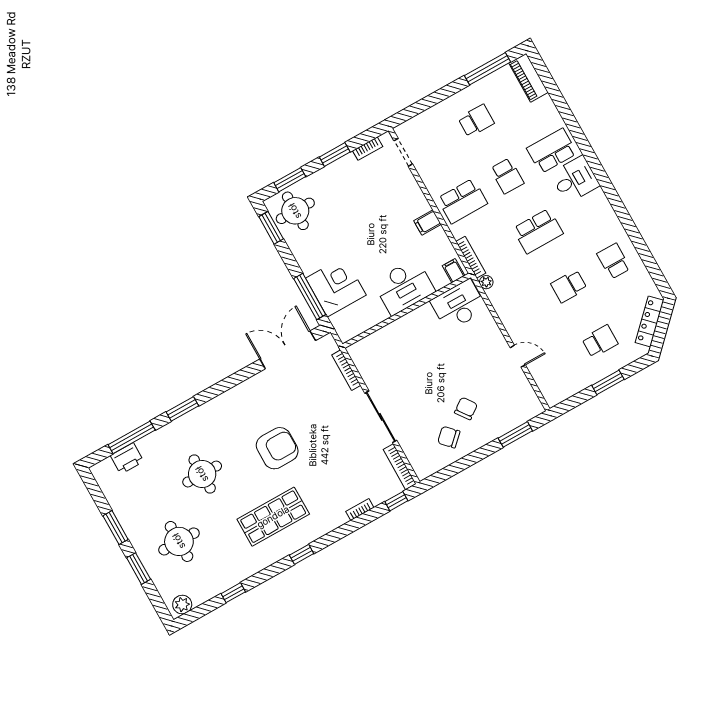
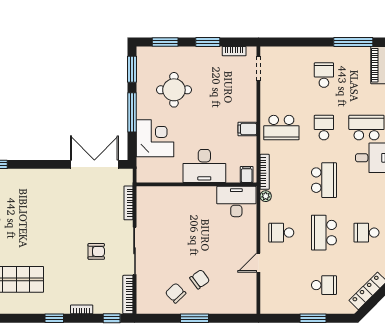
school desk: (476, 121) -> (324, 75), turned -90
school desk: (507, 176) -> (324, 128), turned 180
round table: (295, 211) -> (174, 90), moved
school desk: (538, 231) -> (324, 180), turned -90
school desk: (614, 261) -> (366, 233), turned -90
school desk: (569, 286) -> (324, 233), width x1.85
window: (310, 297) -> (132, 112), moved
school desk: (524, 311) -> (281, 233), added
door: (518, 356) -> (258, 263), swing flipped
window: (515, 434) -> (195, 318), moved
armchair: (277, 448) -> (96, 251), moved, width x0.53, depth x0.53
window: (302, 554) -> (54, 318), moved

